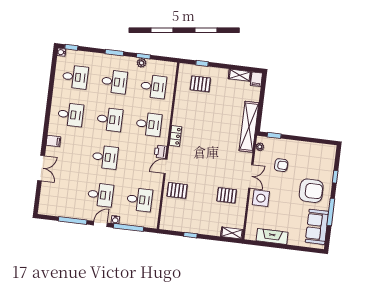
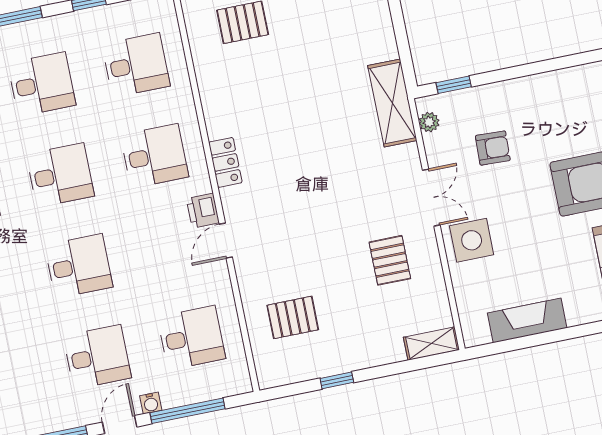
plant: (141, 63) -> (90, 19), removed
shelving: (249, 127) -> (392, 103), width x0.68
pallet: (177, 190) -> (293, 317), moved
pallet: (227, 195) -> (390, 260), turned 90

